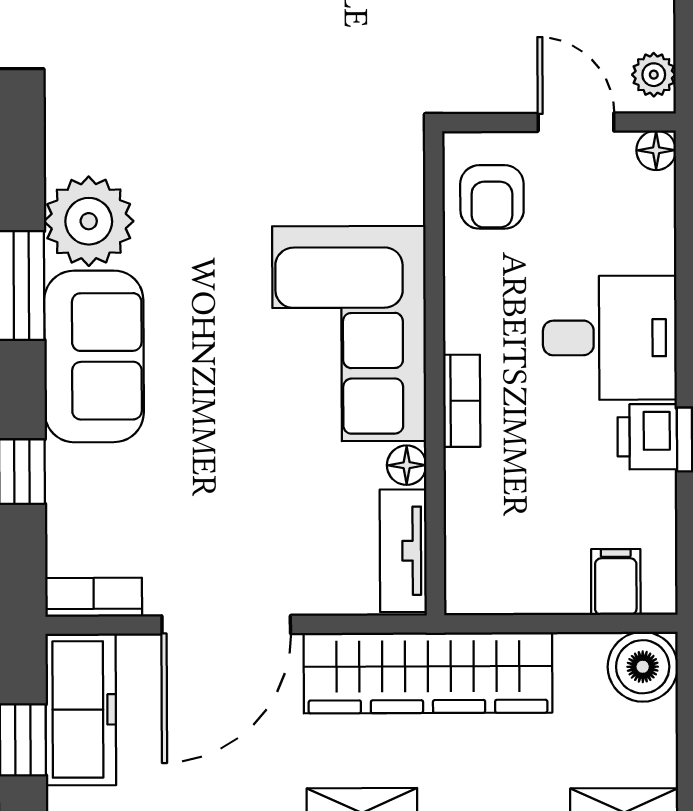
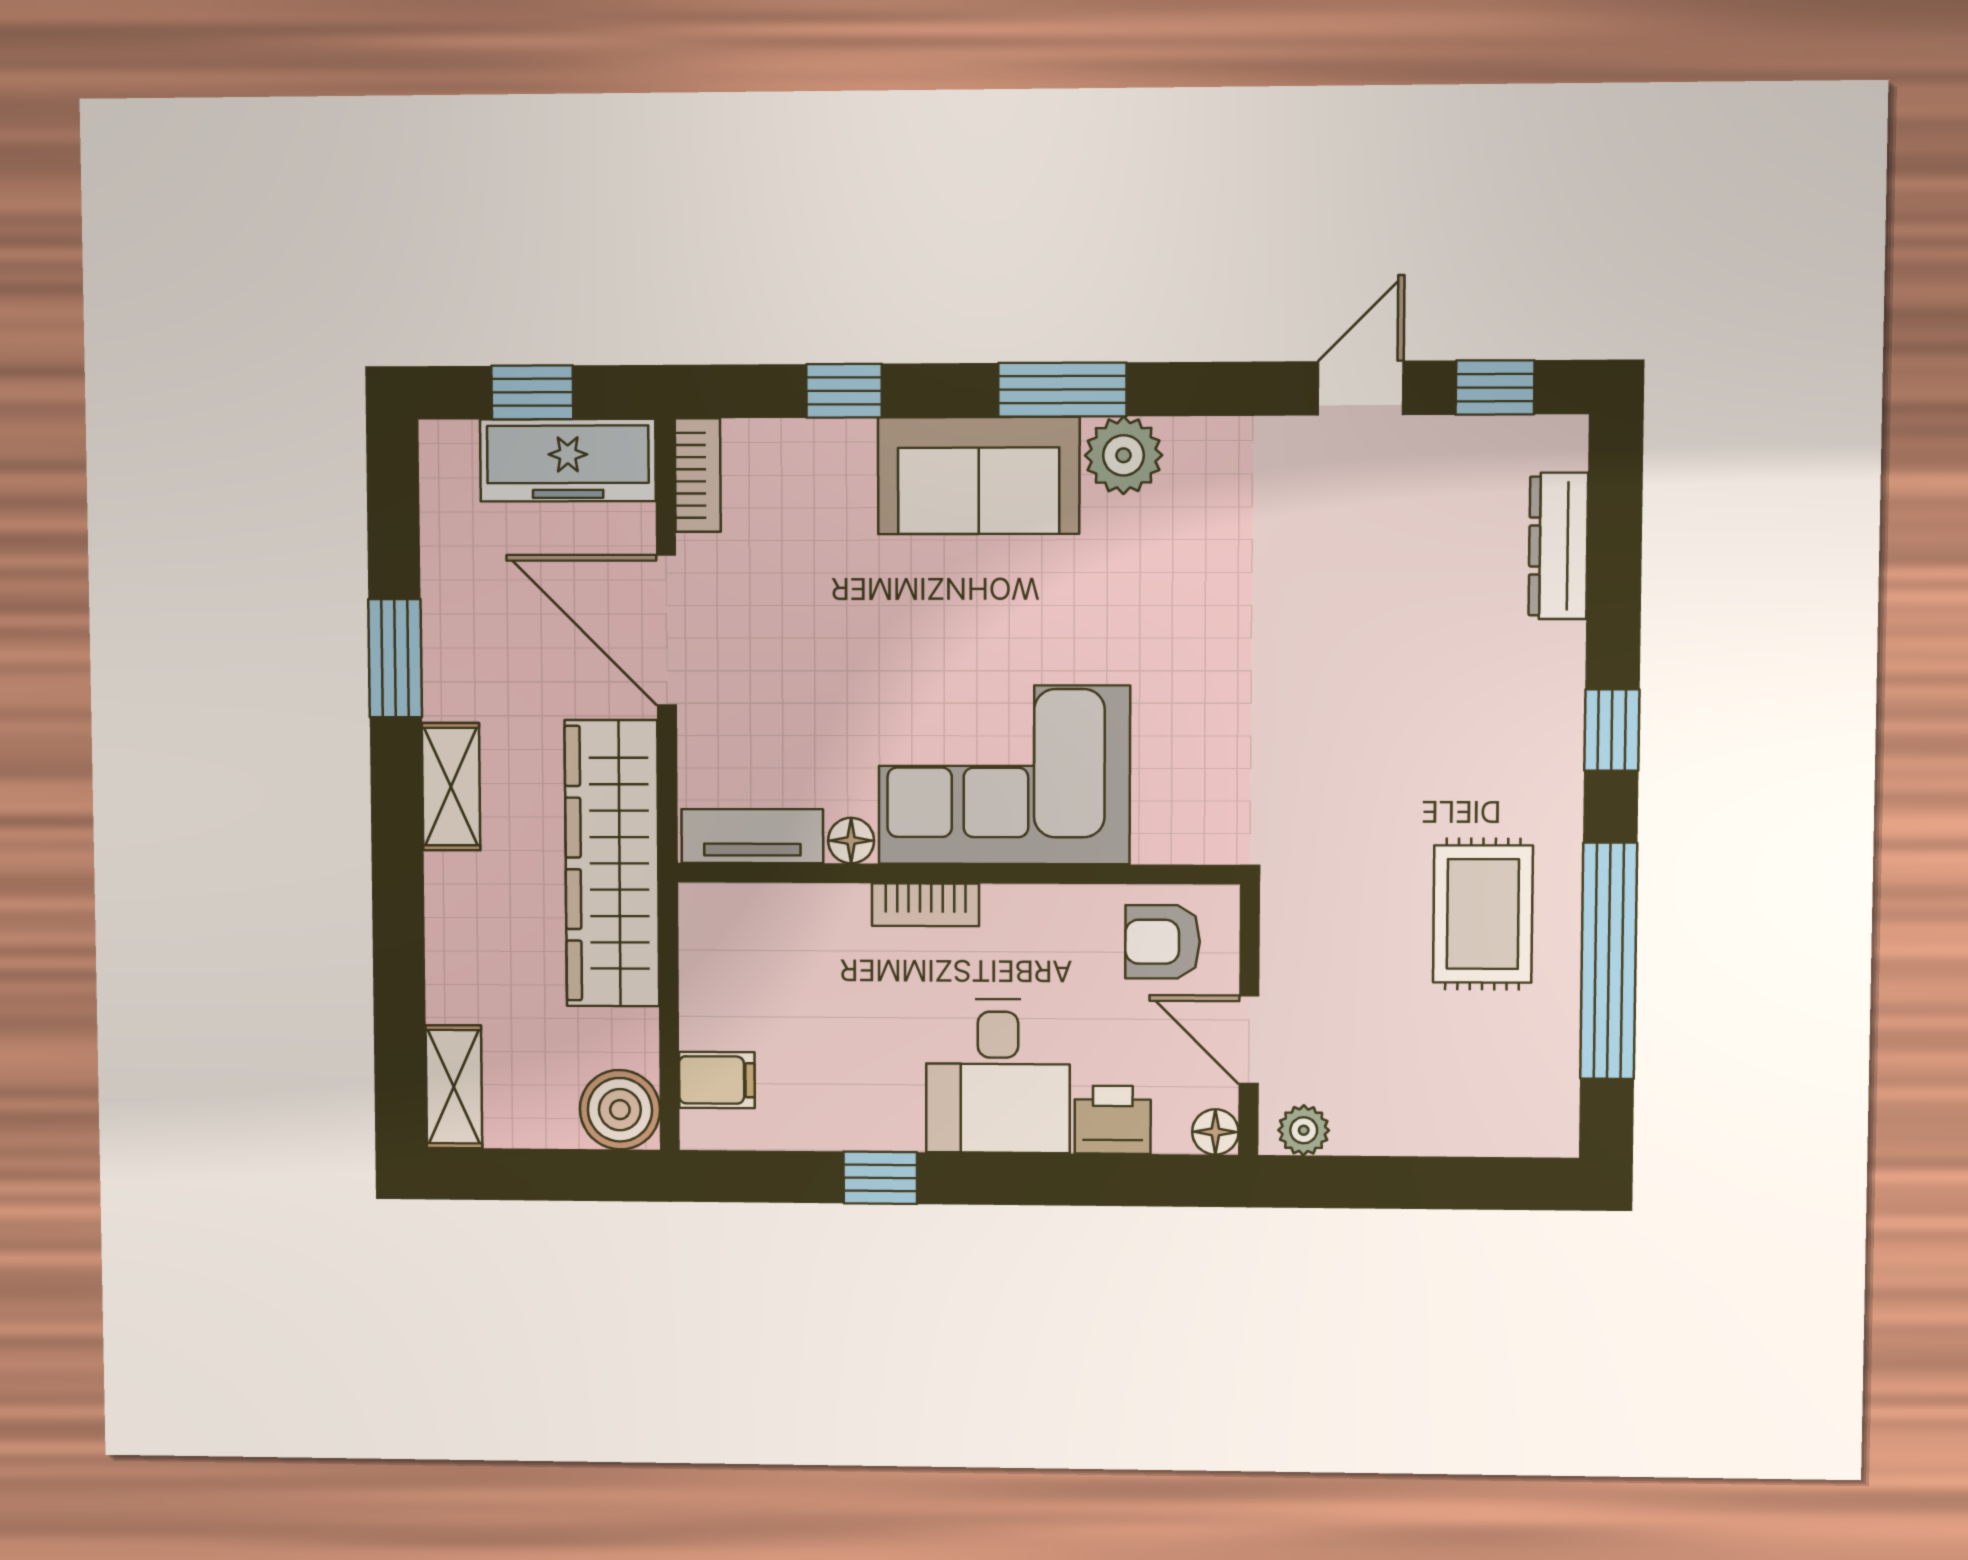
door: (576, 122) -> (1249, 1040), swing flipped
plant: (89, 221) -> (1124, 455), width x0.73, depth x0.73
printer: (647, 437) -> (1113, 1120), moved

